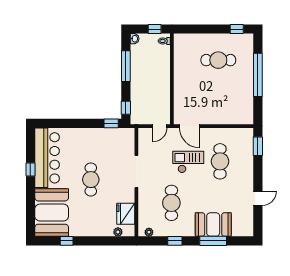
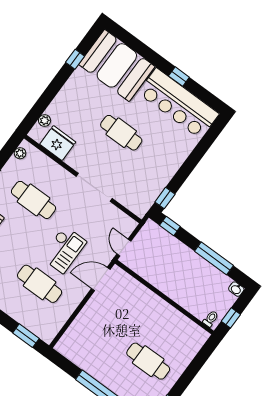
cafe table: (218, 60) -> (148, 361), turned 90

